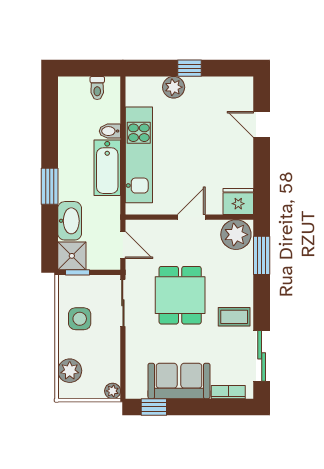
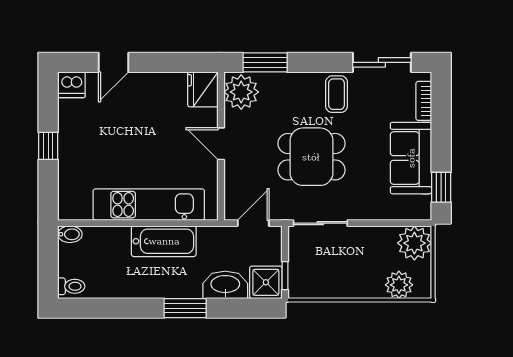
plant: (174, 87) -> (70, 164), removed
toilet: (97, 88) -> (71, 286), moved
dishwasher: (242, 88) -> (71, 85), added
bidet: (110, 131) -> (70, 234), moved, turned -90
side table: (80, 319) -> (339, 273), removed
plant: (113, 391) -> (414, 243), width x1.88, depth x1.88

